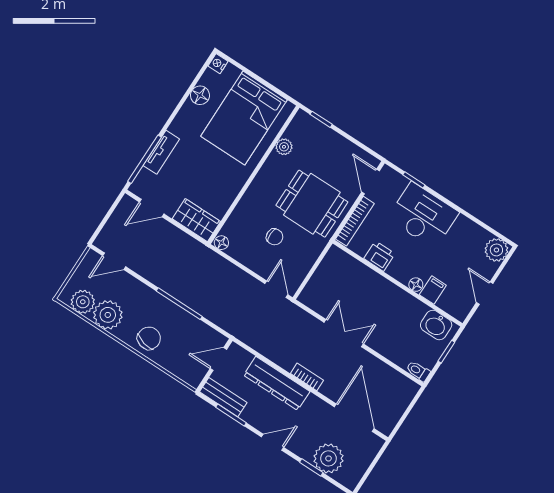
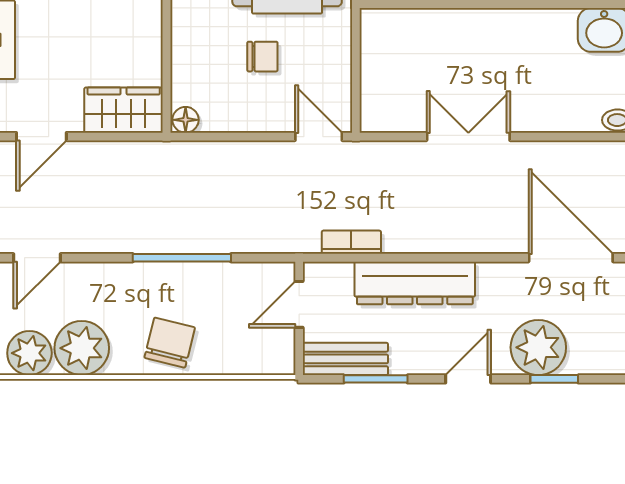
bookcase: (307, 377) -> (351, 242), moved
plant: (329, 458) -> (538, 347), moved

